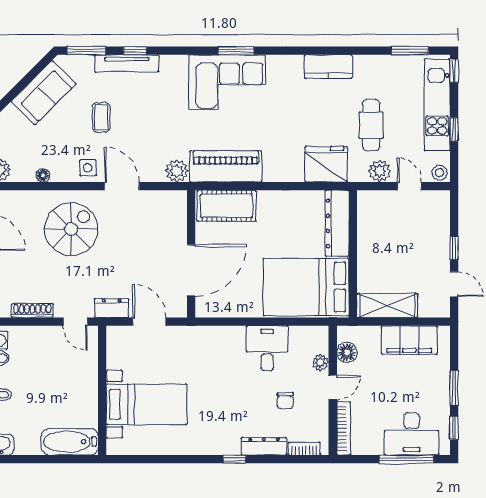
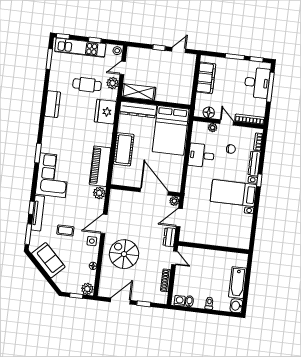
corner sofa: (227, 82) -> (53, 175), moved
cot: (226, 206) -> (124, 149), moved
shelving: (387, 306) -> (139, 92), moved, turned 90
plant: (179, 309) -> (174, 201), added
door: (75, 322) -> (174, 258), hinge flipped
bed with nightstands: (147, 404) -> (233, 193), moved, turned -90
bathtub: (70, 442) -> (238, 283), moved

